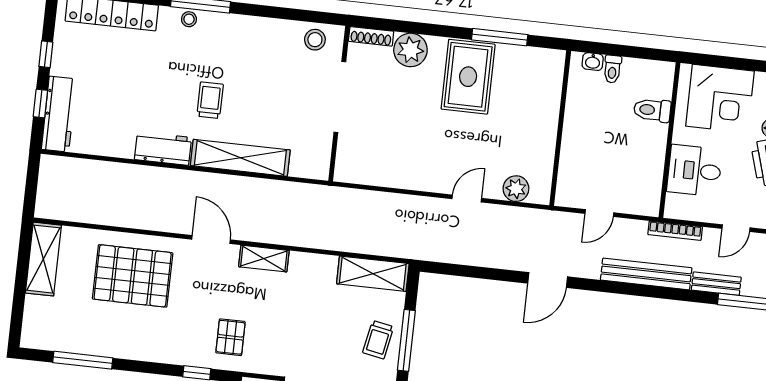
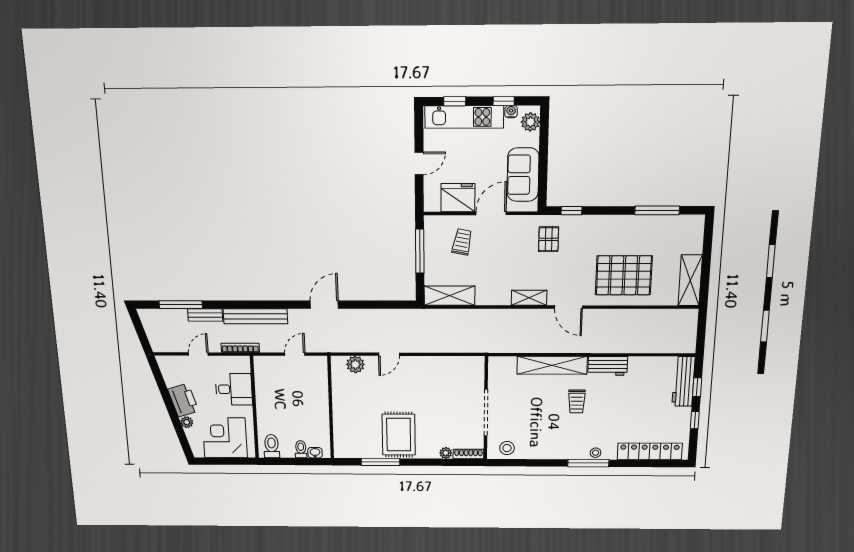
plant: (410, 50) -> (446, 453), width x0.53, depth x0.53
toilet: (652, 110) -> (272, 446), moved, turned -90
trolley: (378, 340) -> (462, 242), moved

